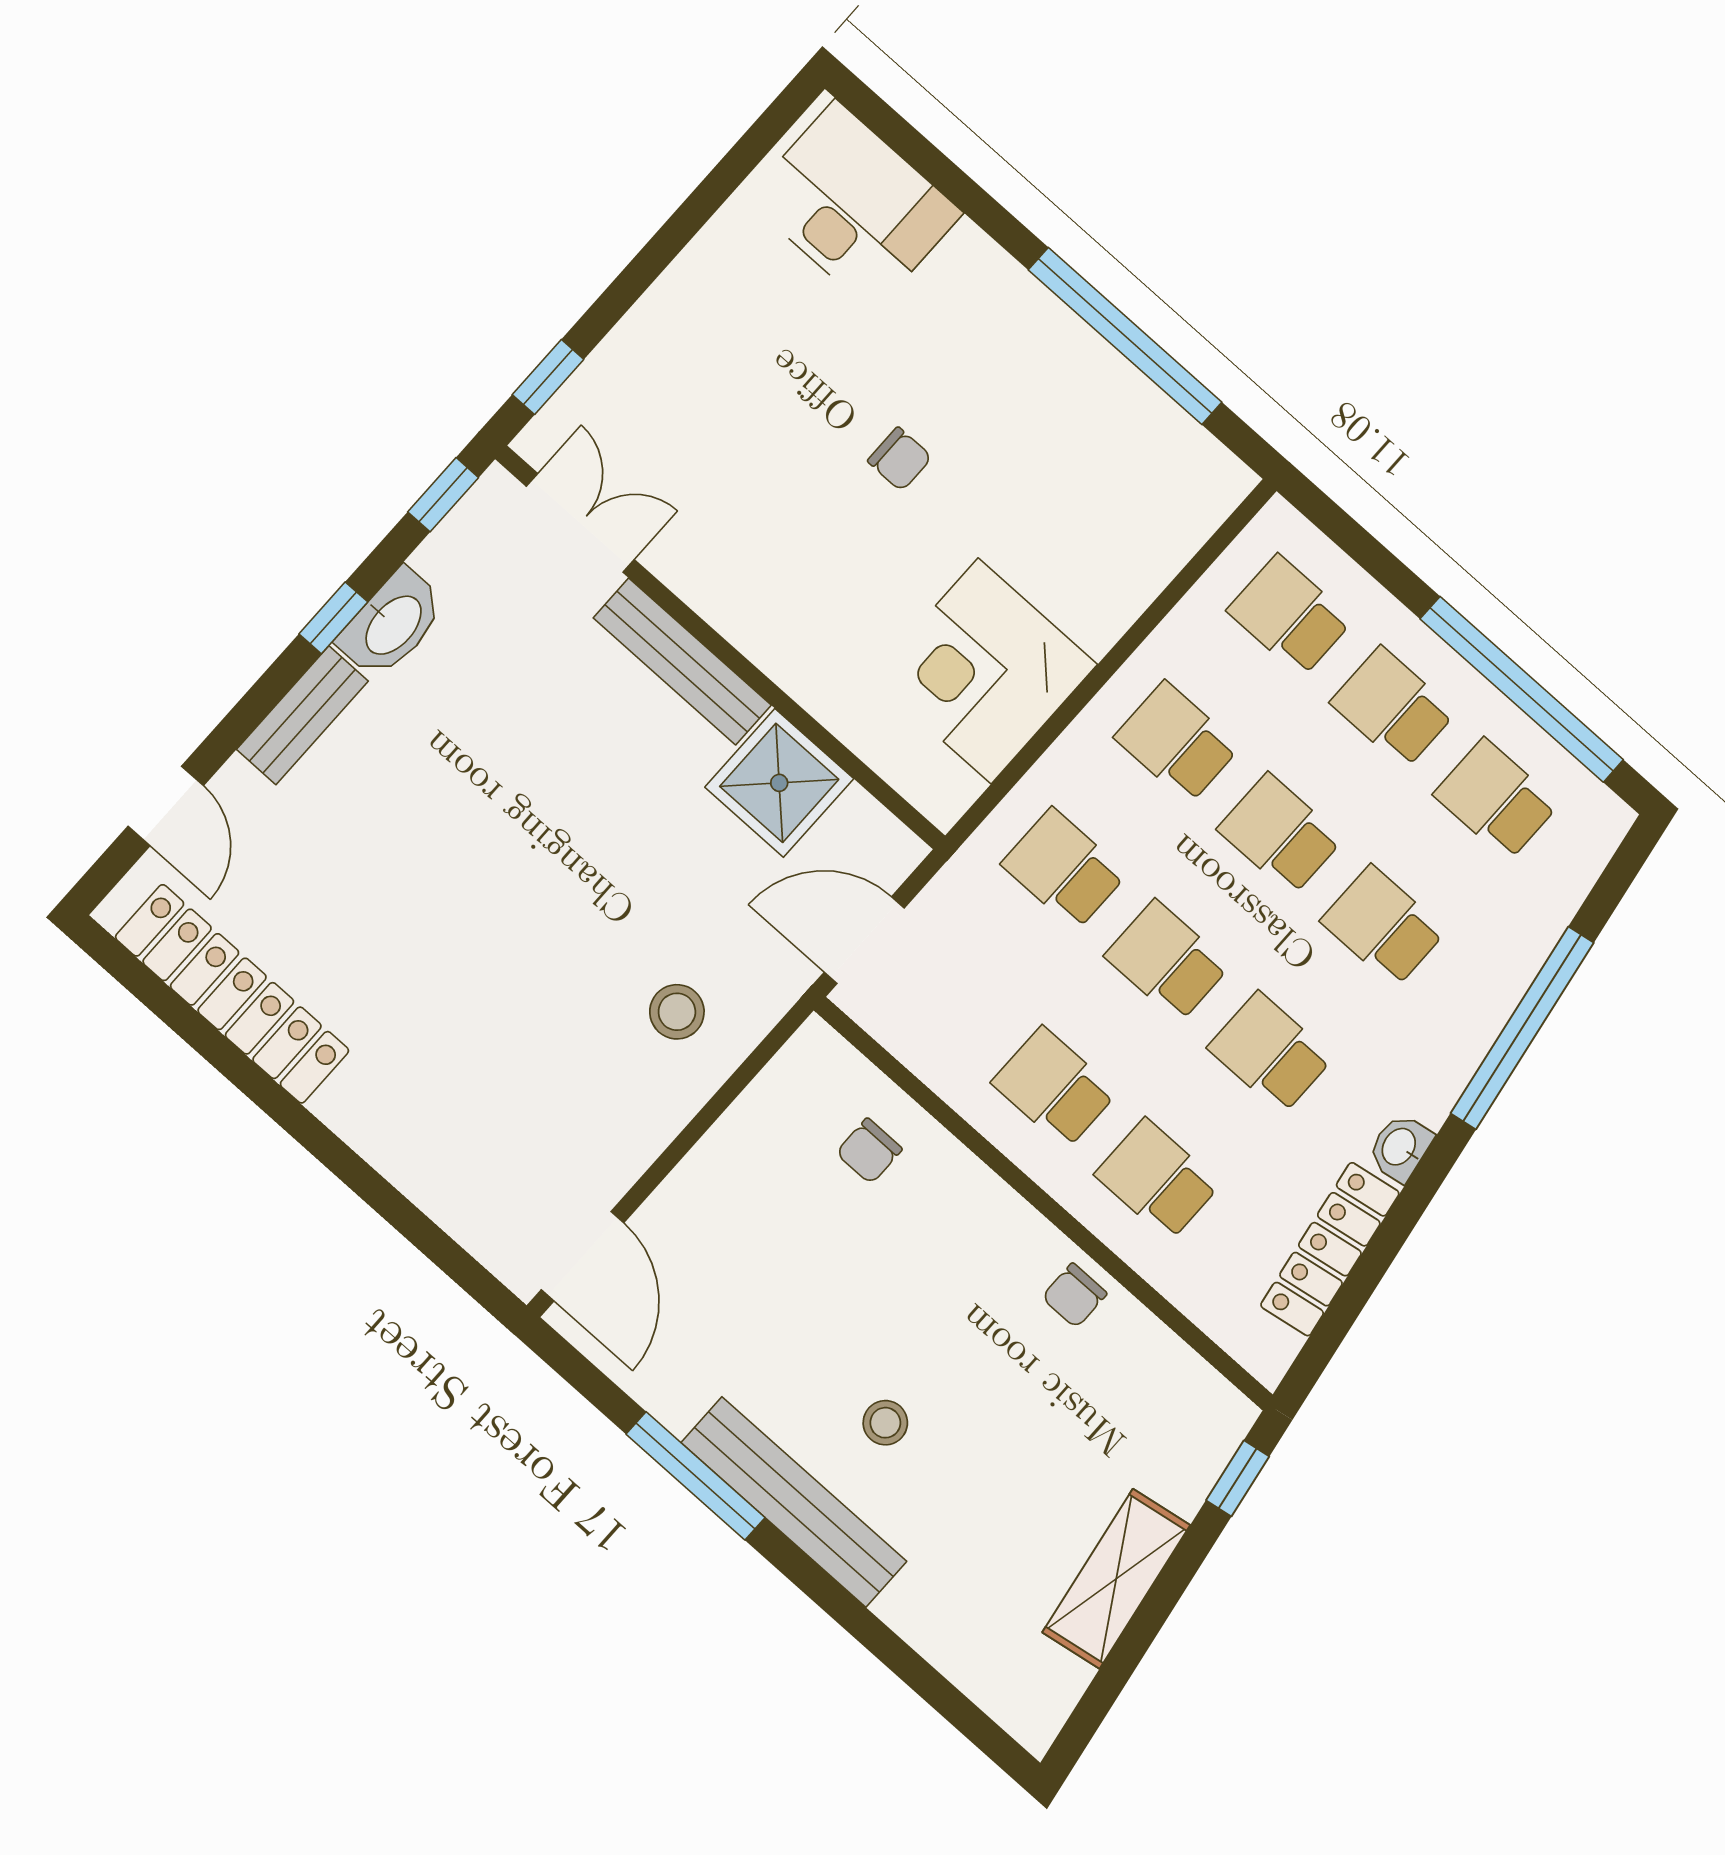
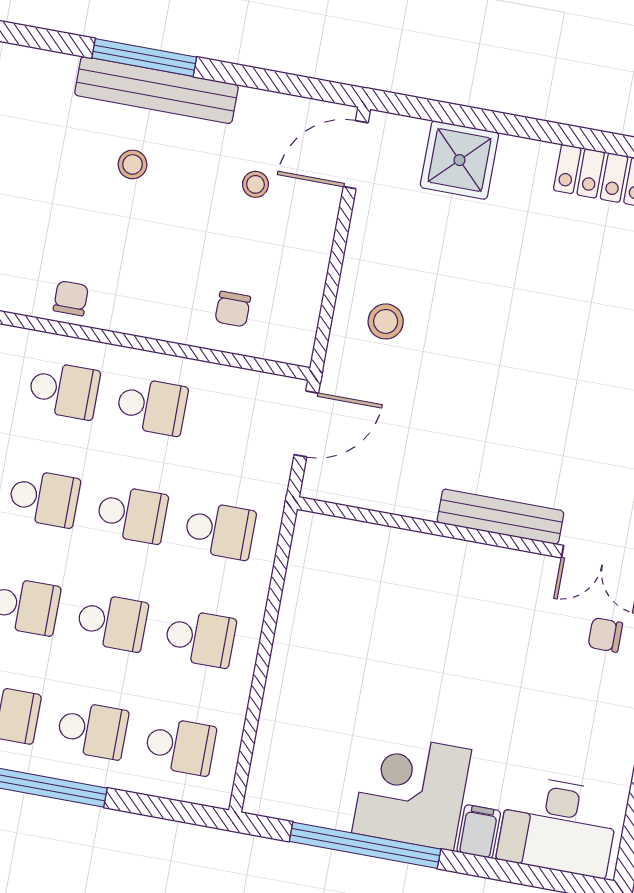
filing cabinet: (964, 263) -> (479, 831), added
chair: (900, 459) -> (605, 635), moved
corner desk: (985, 671) -> (412, 791), moved, turned -90
shower: (779, 783) -> (459, 160), moved
chair: (869, 1151) -> (233, 309), turned 180
door: (583, 1256) -> (356, 155), hinge flipped
stool: (739, 1298) -> (255, 184), added
window: (695, 1476) -> (144, 58), moved

